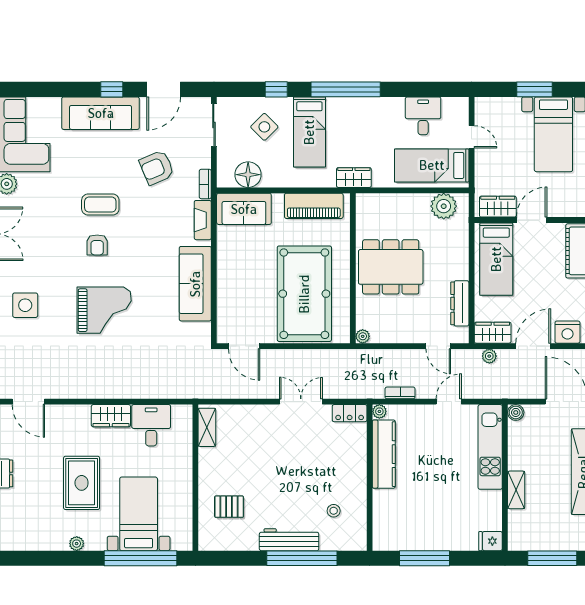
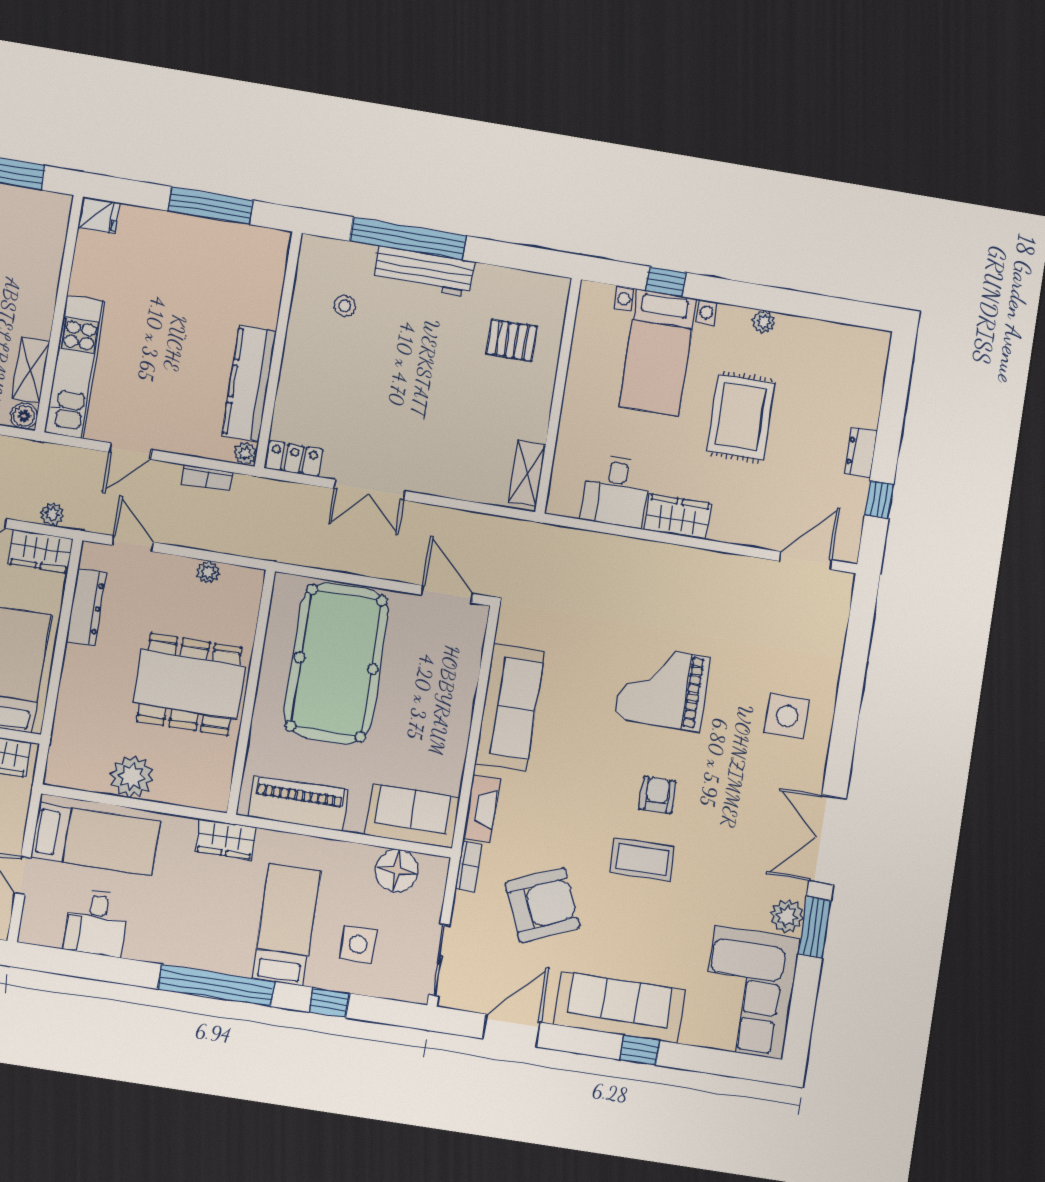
window: (112, 89) -> (640, 1050), moved
side table: (264, 127) -> (358, 944), turned 45
armchair: (157, 168) -> (542, 905), width x1.36, depth x1.36
plant: (444, 206) -> (132, 777), moved
plant: (363, 336) -> (208, 572), moved
door: (28, 402) -> (806, 561), hinge flipped
shelving: (516, 490) -> (31, 370), moved
window: (140, 558) -> (666, 281), width x0.32

